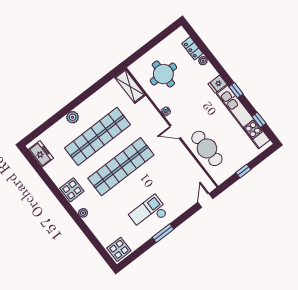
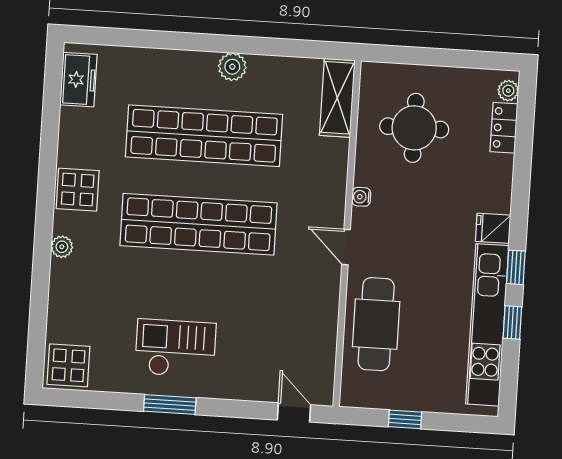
plant: (203, 61) -> (508, 91), moved
plant: (73, 117) -> (232, 67), moved
window: (259, 120) -> (512, 322), moved
door: (205, 200) -> (294, 412), hinge flipped

